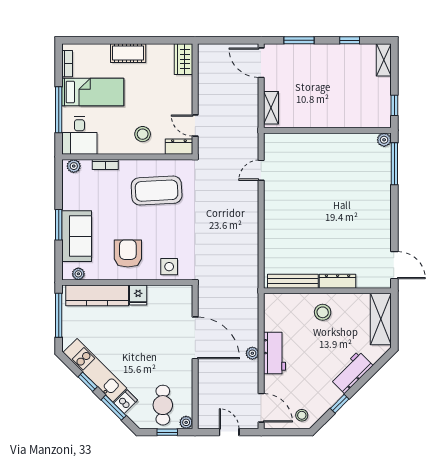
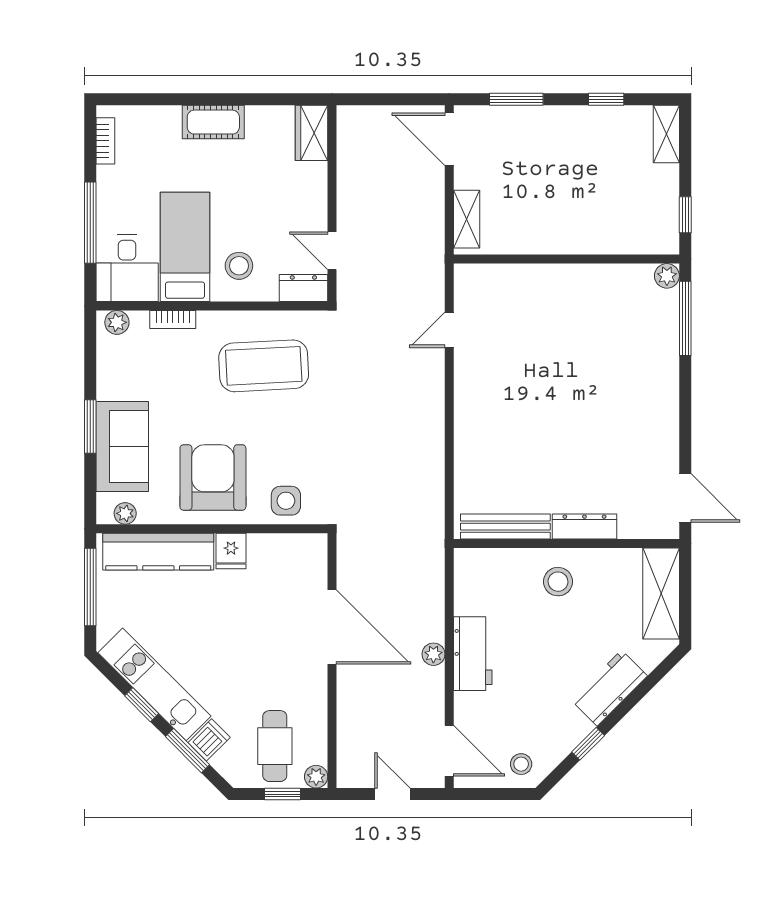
bed: (93, 92) -> (185, 247), moved, turned -90
armchair: (128, 254) -> (213, 477), width x1.36, depth x1.36

